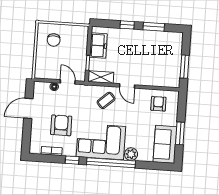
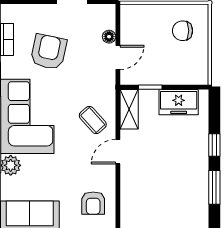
armchair: (158, 104) -> (93, 203), turned 90
armchair: (61, 125) -> (49, 52), turned -78

